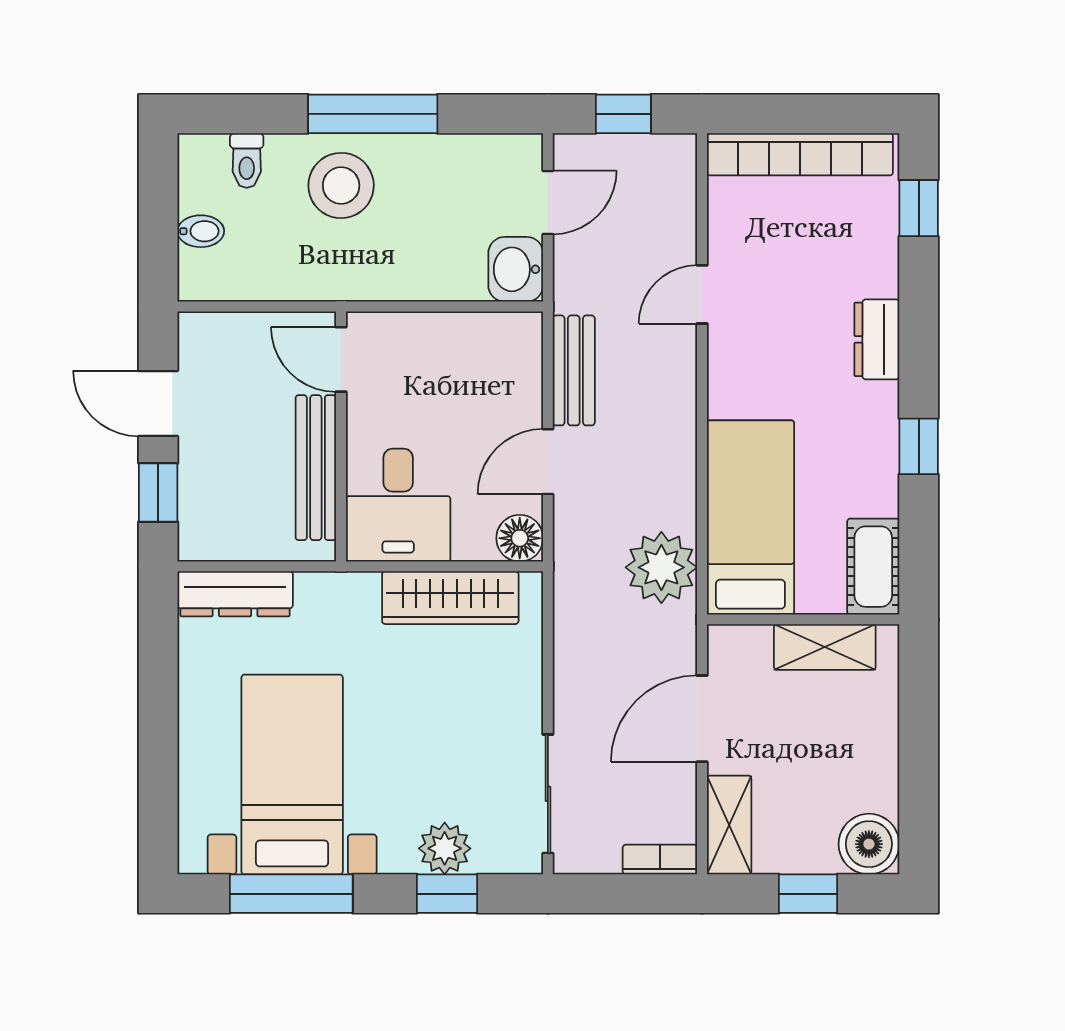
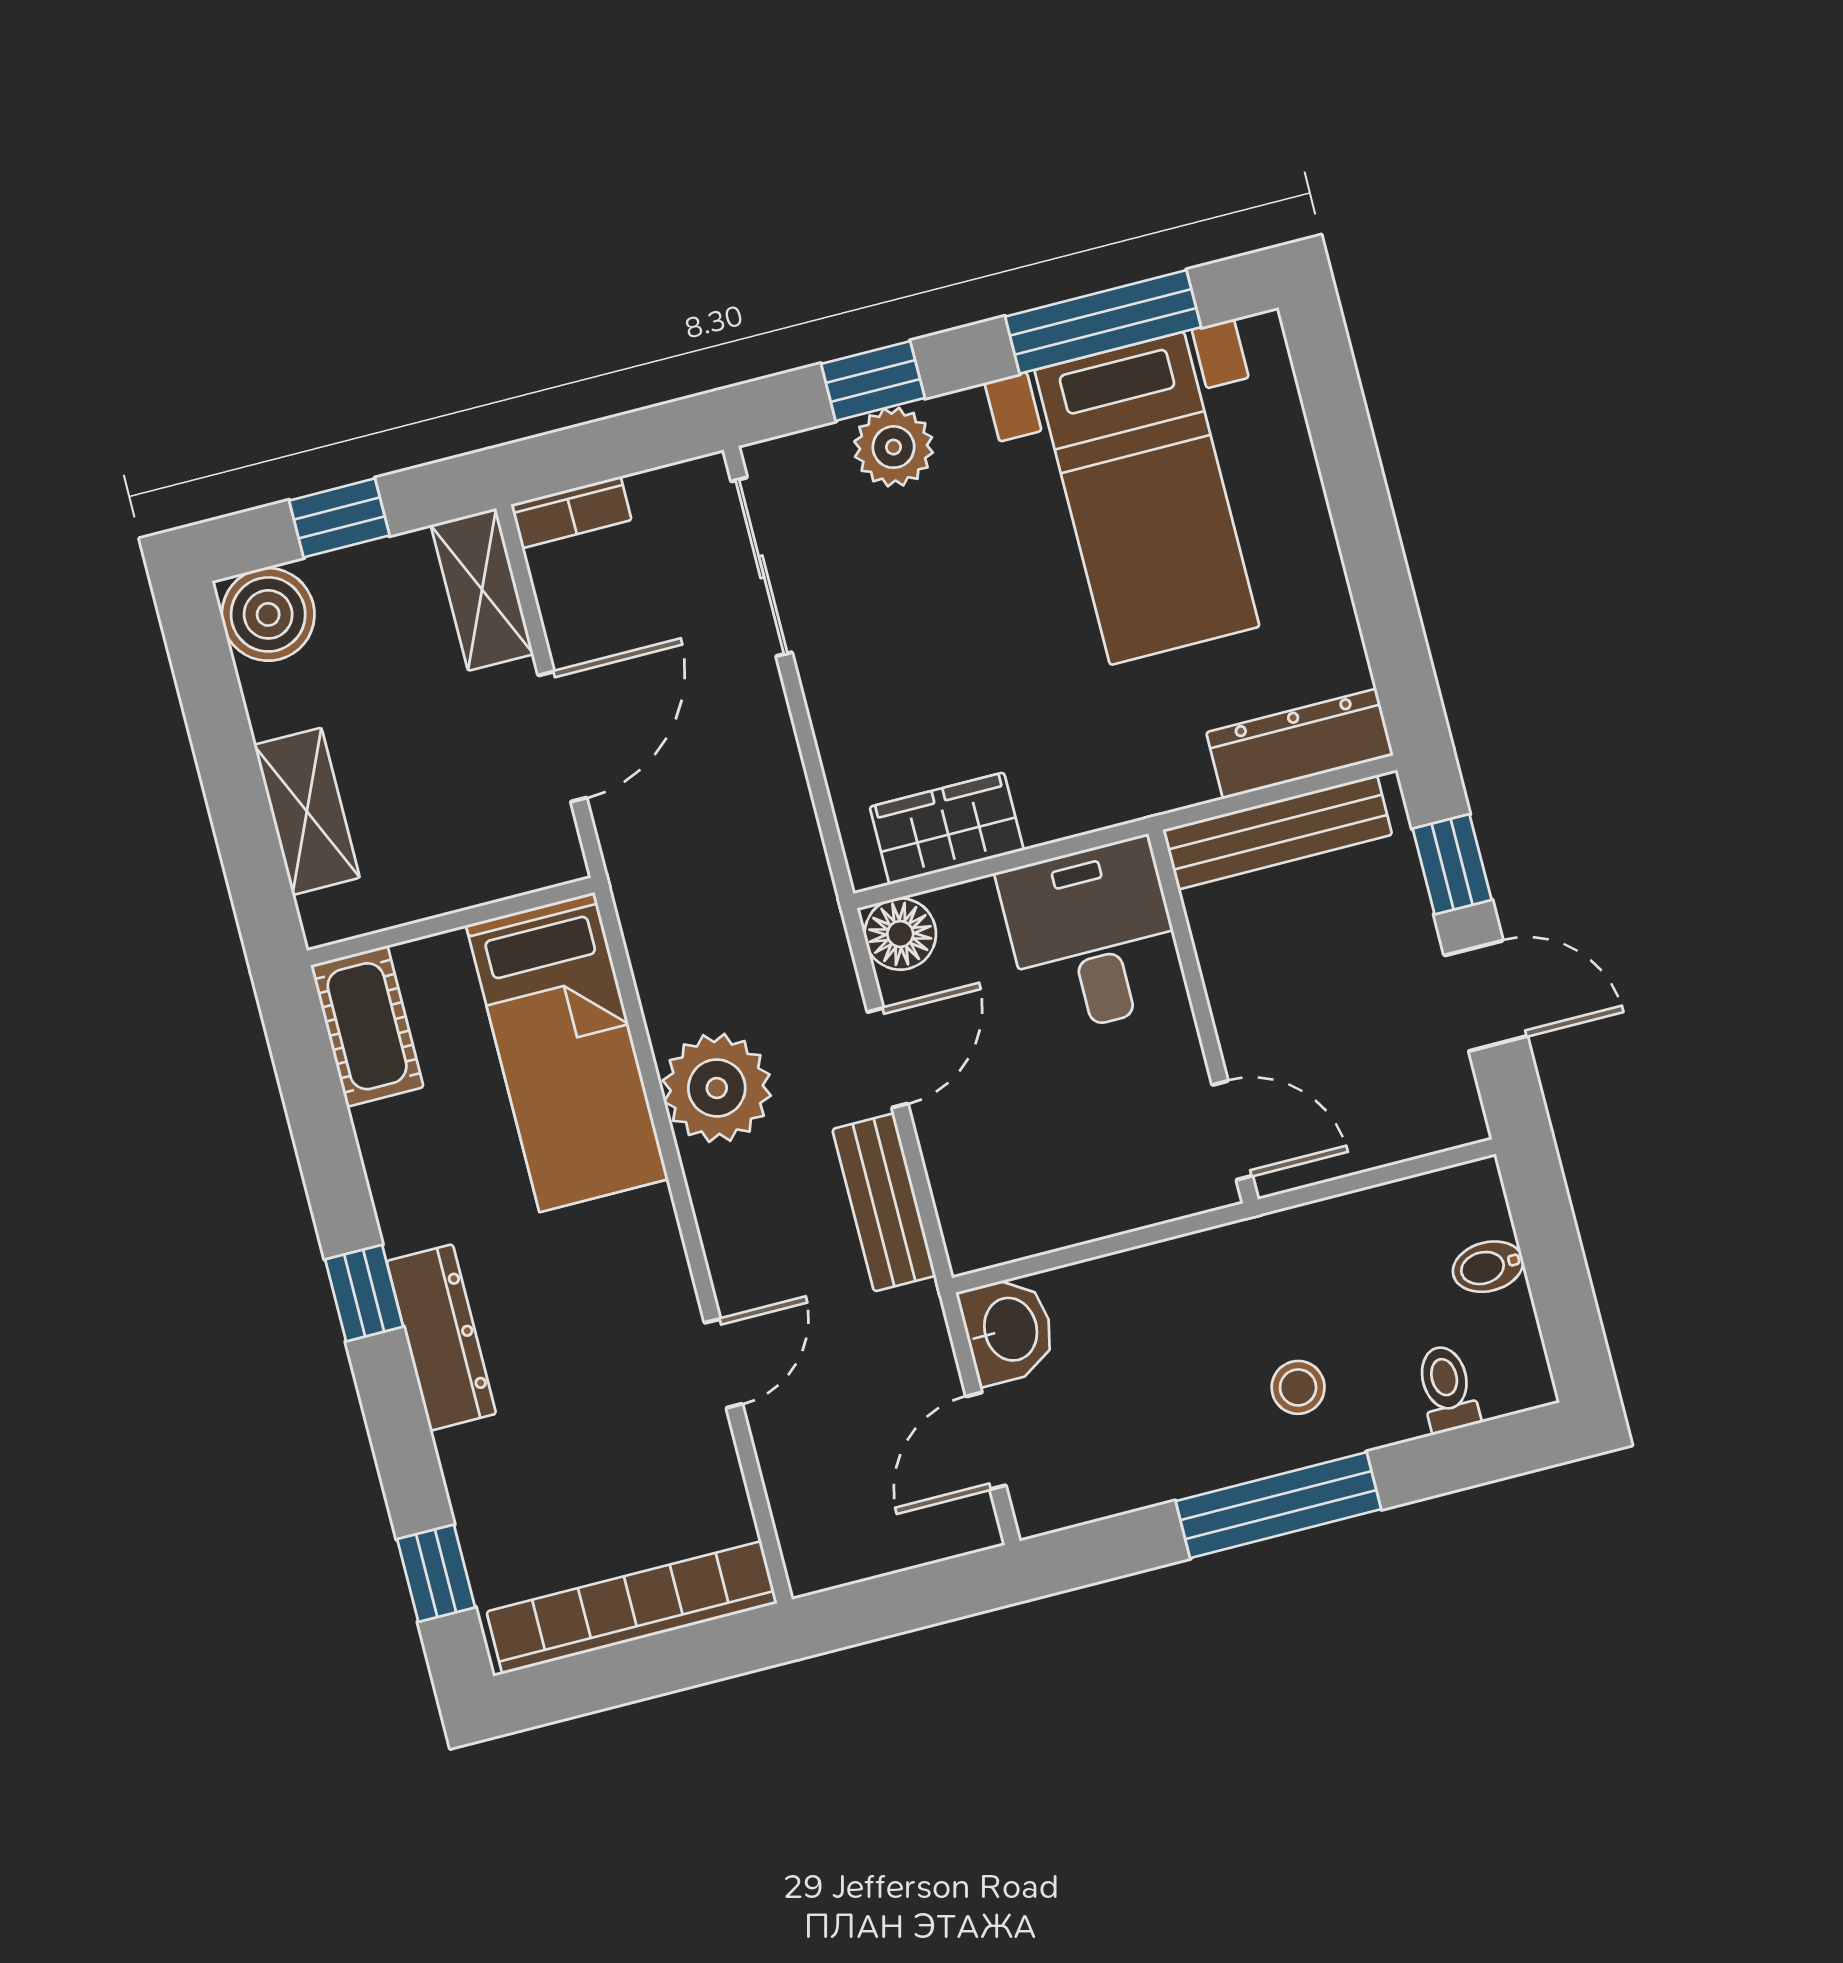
window: (623, 114) -> (908, 1600), removed
stool: (341, 186) -> (1298, 1387), width x0.53, depth x0.53
dresser: (877, 339) -> (441, 1337), width x1.44
window: (919, 446) -> (364, 1293), moved
bench: (316, 468) -> (1277, 832), moved, turned 90
plant: (661, 567) -> (717, 1088), moved
wardrobe: (450, 598) -> (947, 828), width x0.67
shelving: (825, 647) -> (307, 811), moved, turned 90

